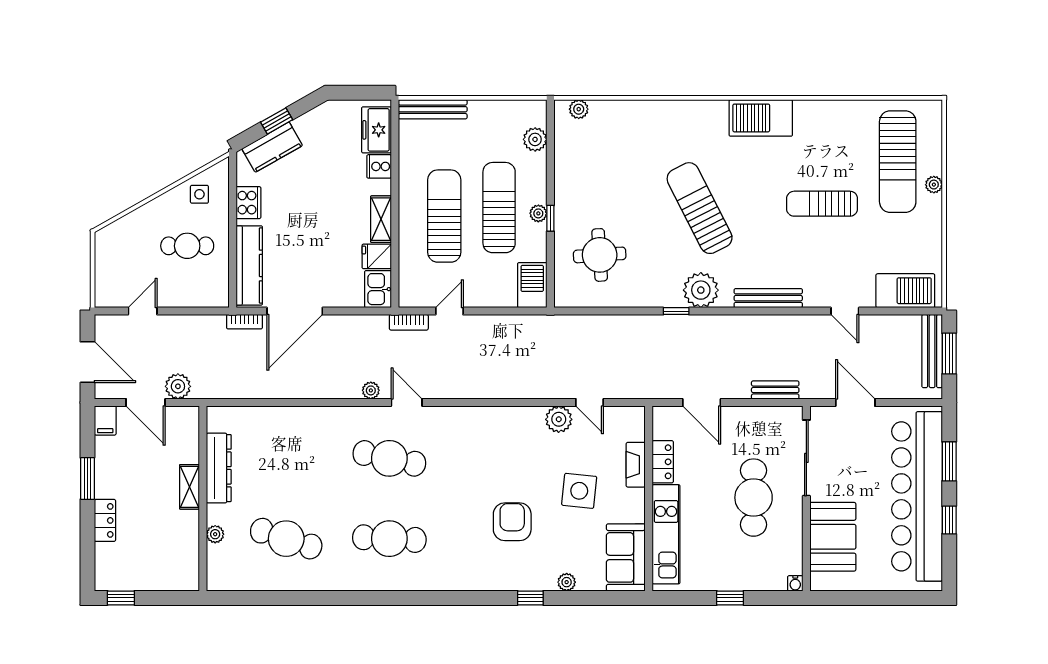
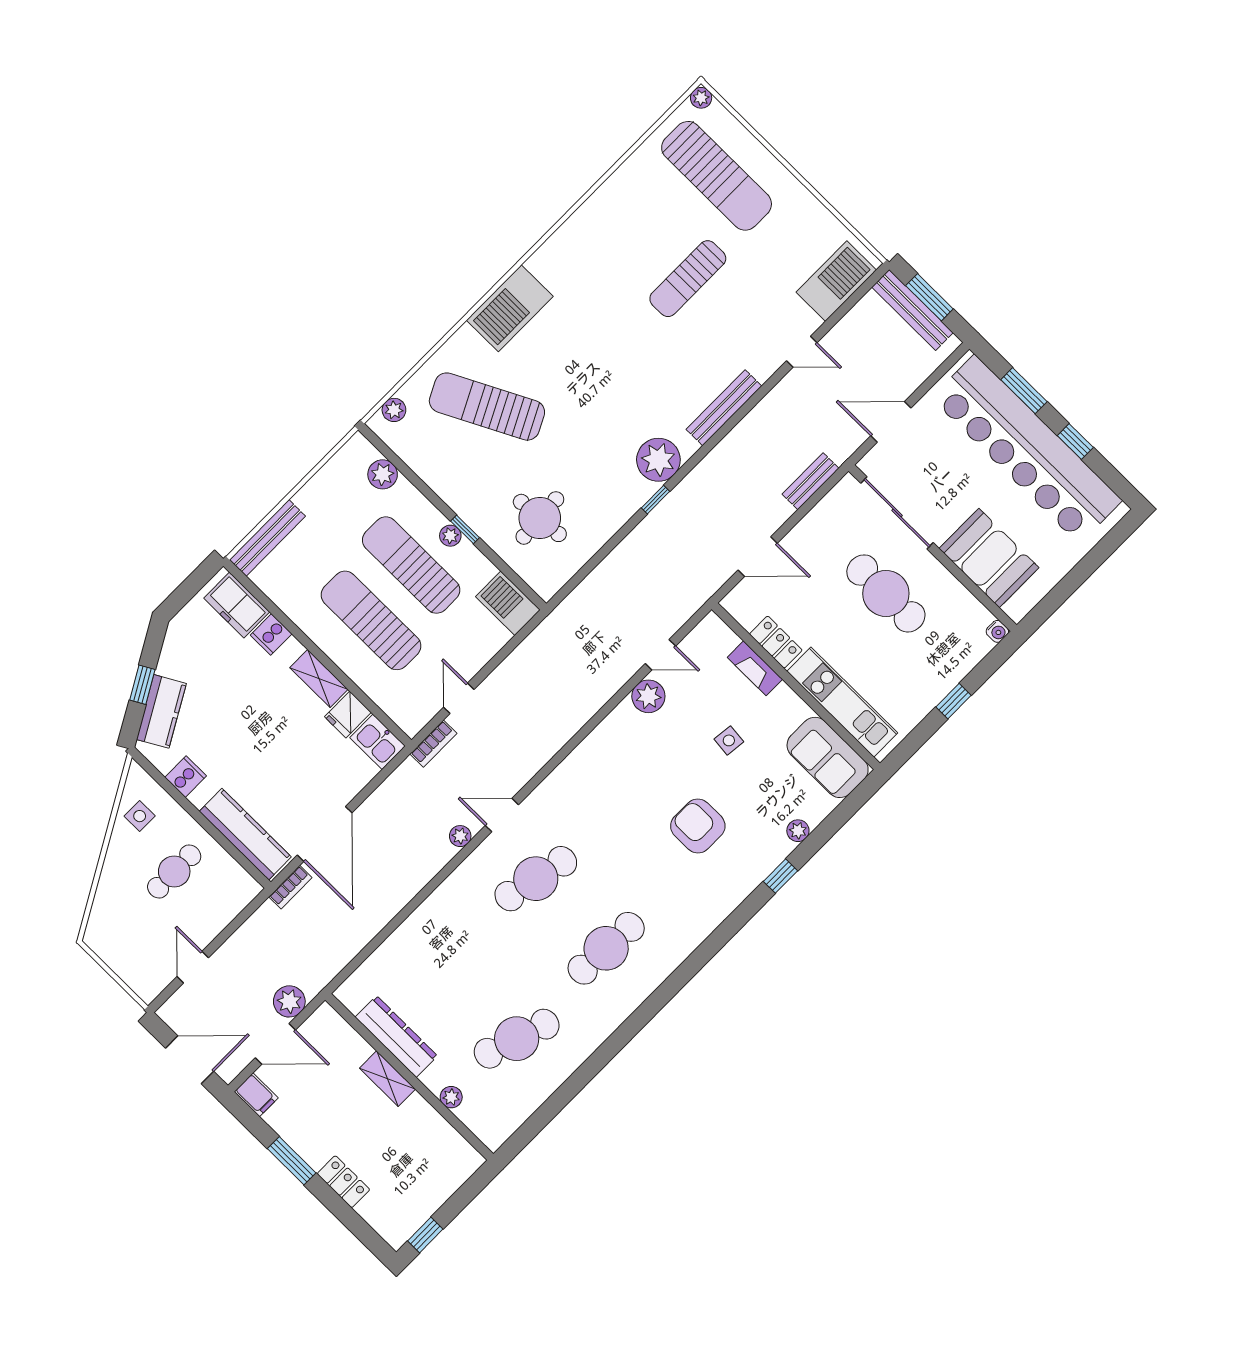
barbecue: (761, 118) -> (510, 308), moved
plant: (934, 185) -> (701, 98), moved
cooker: (248, 203) -> (186, 777), width x0.73
sun lounger: (700, 208) -> (487, 407), moved
side table: (579, 491) -> (729, 740), width x0.54, depth x0.54

